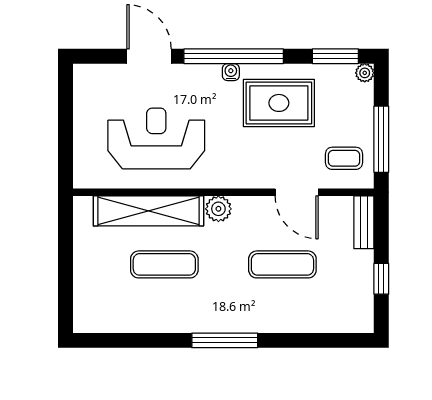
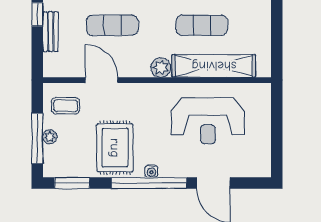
plant: (365, 73) -> (50, 137), moved
rug: (279, 103) -> (115, 148), turned 90
window: (381, 139) -> (37, 138), moved
bench: (364, 222) -> (51, 32), moved

